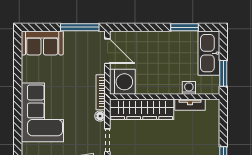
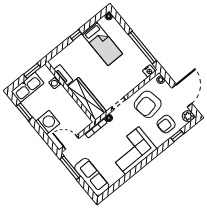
sofa: (42, 43) -> (92, 177), width x1.36
door: (107, 51) -> (71, 142), hinge flipped
washing machine: (122, 82) -> (48, 122), moved, turned 90

